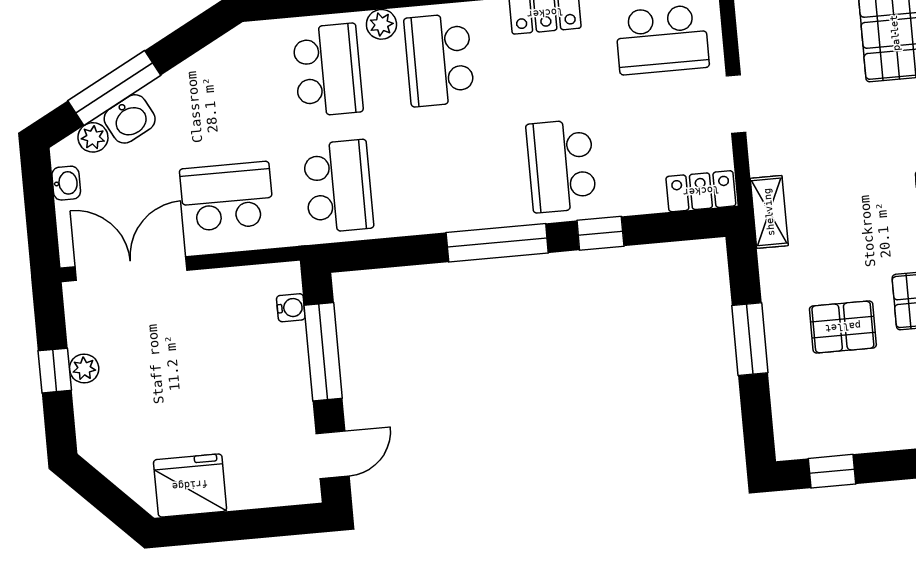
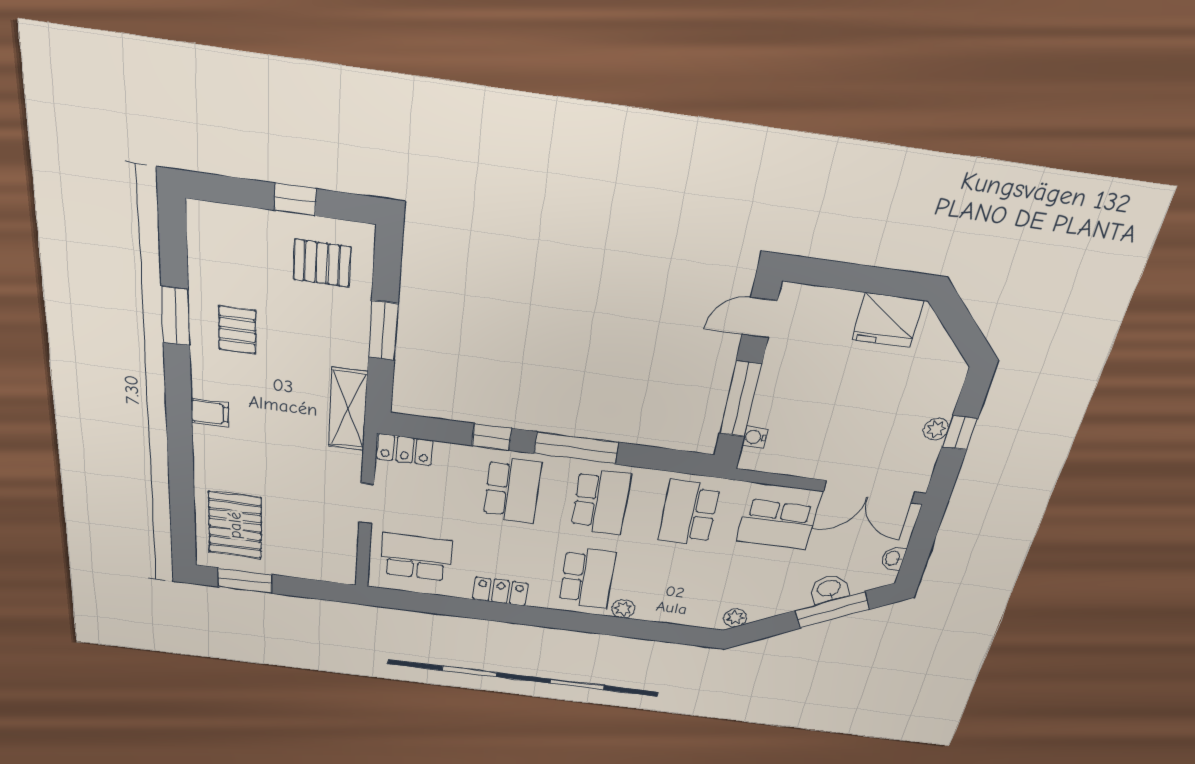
school desk: (328, 70) -> (601, 502), moved, turned 180
plant: (93, 137) -> (735, 618), moved
shelving: (769, 212) -> (348, 409), width x1.50, depth x1.33
pallet: (843, 327) -> (322, 263), moved
window: (832, 471) -> (295, 200), moved

